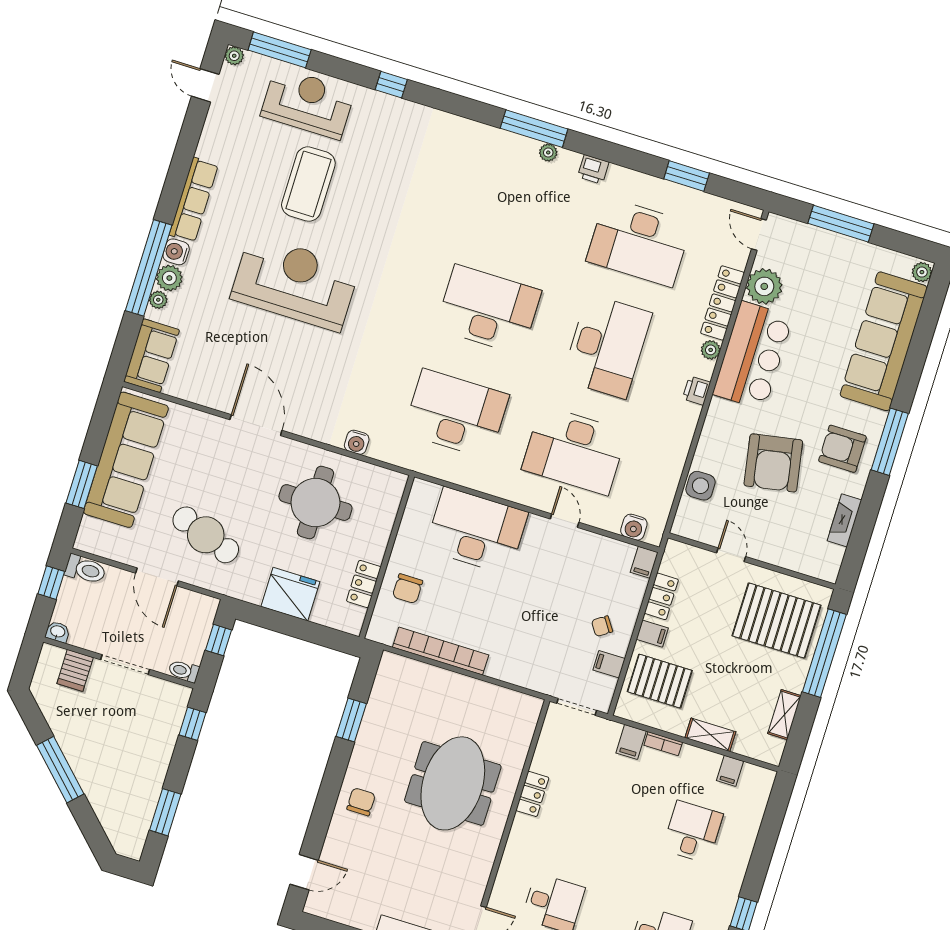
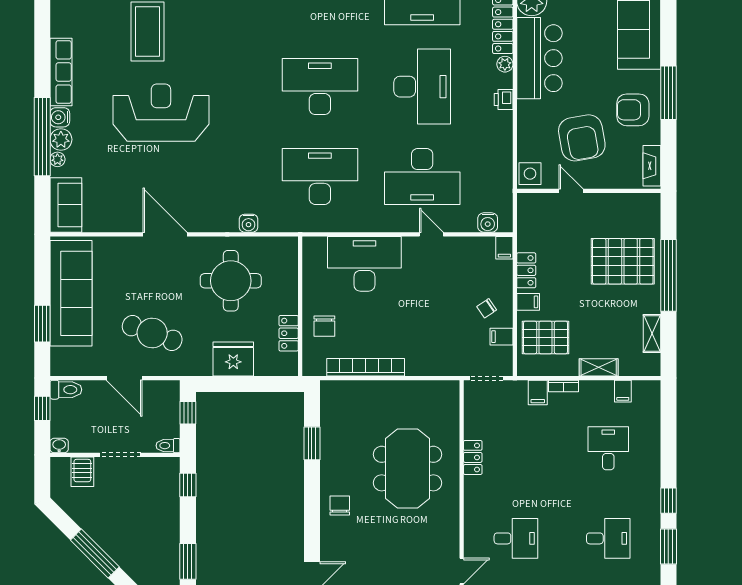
door: (731, 555) -> (571, 191), moved
wall: (752, 561) -> (589, 191), moved

